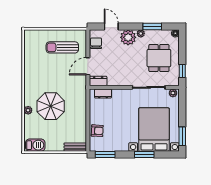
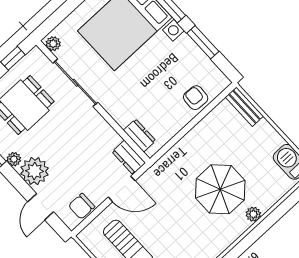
window: (105, 155) -> (203, 42), moved

